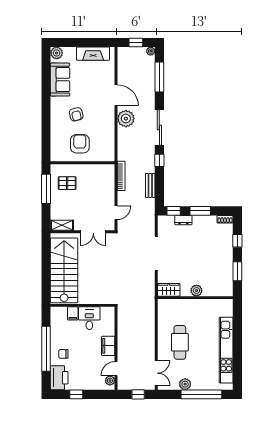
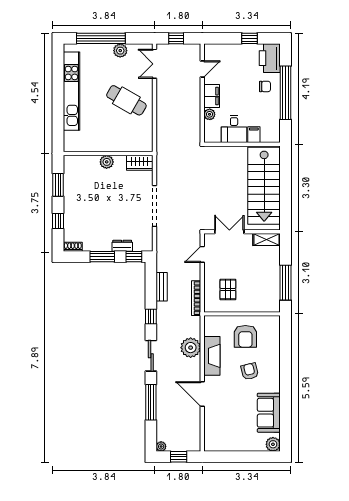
fireplace: (93, 54) -> (212, 356), moved, turned 90
window: (159, 77) -> (151, 402), moved
plant: (126, 119) -> (191, 348), moved
sliding door: (159, 127) -> (151, 356), width x0.73
pallet: (67, 183) -> (228, 289), moved, turned 90
cafe table: (180, 342) -> (126, 100), turned -60
plant: (110, 381) -> (210, 114), moved

